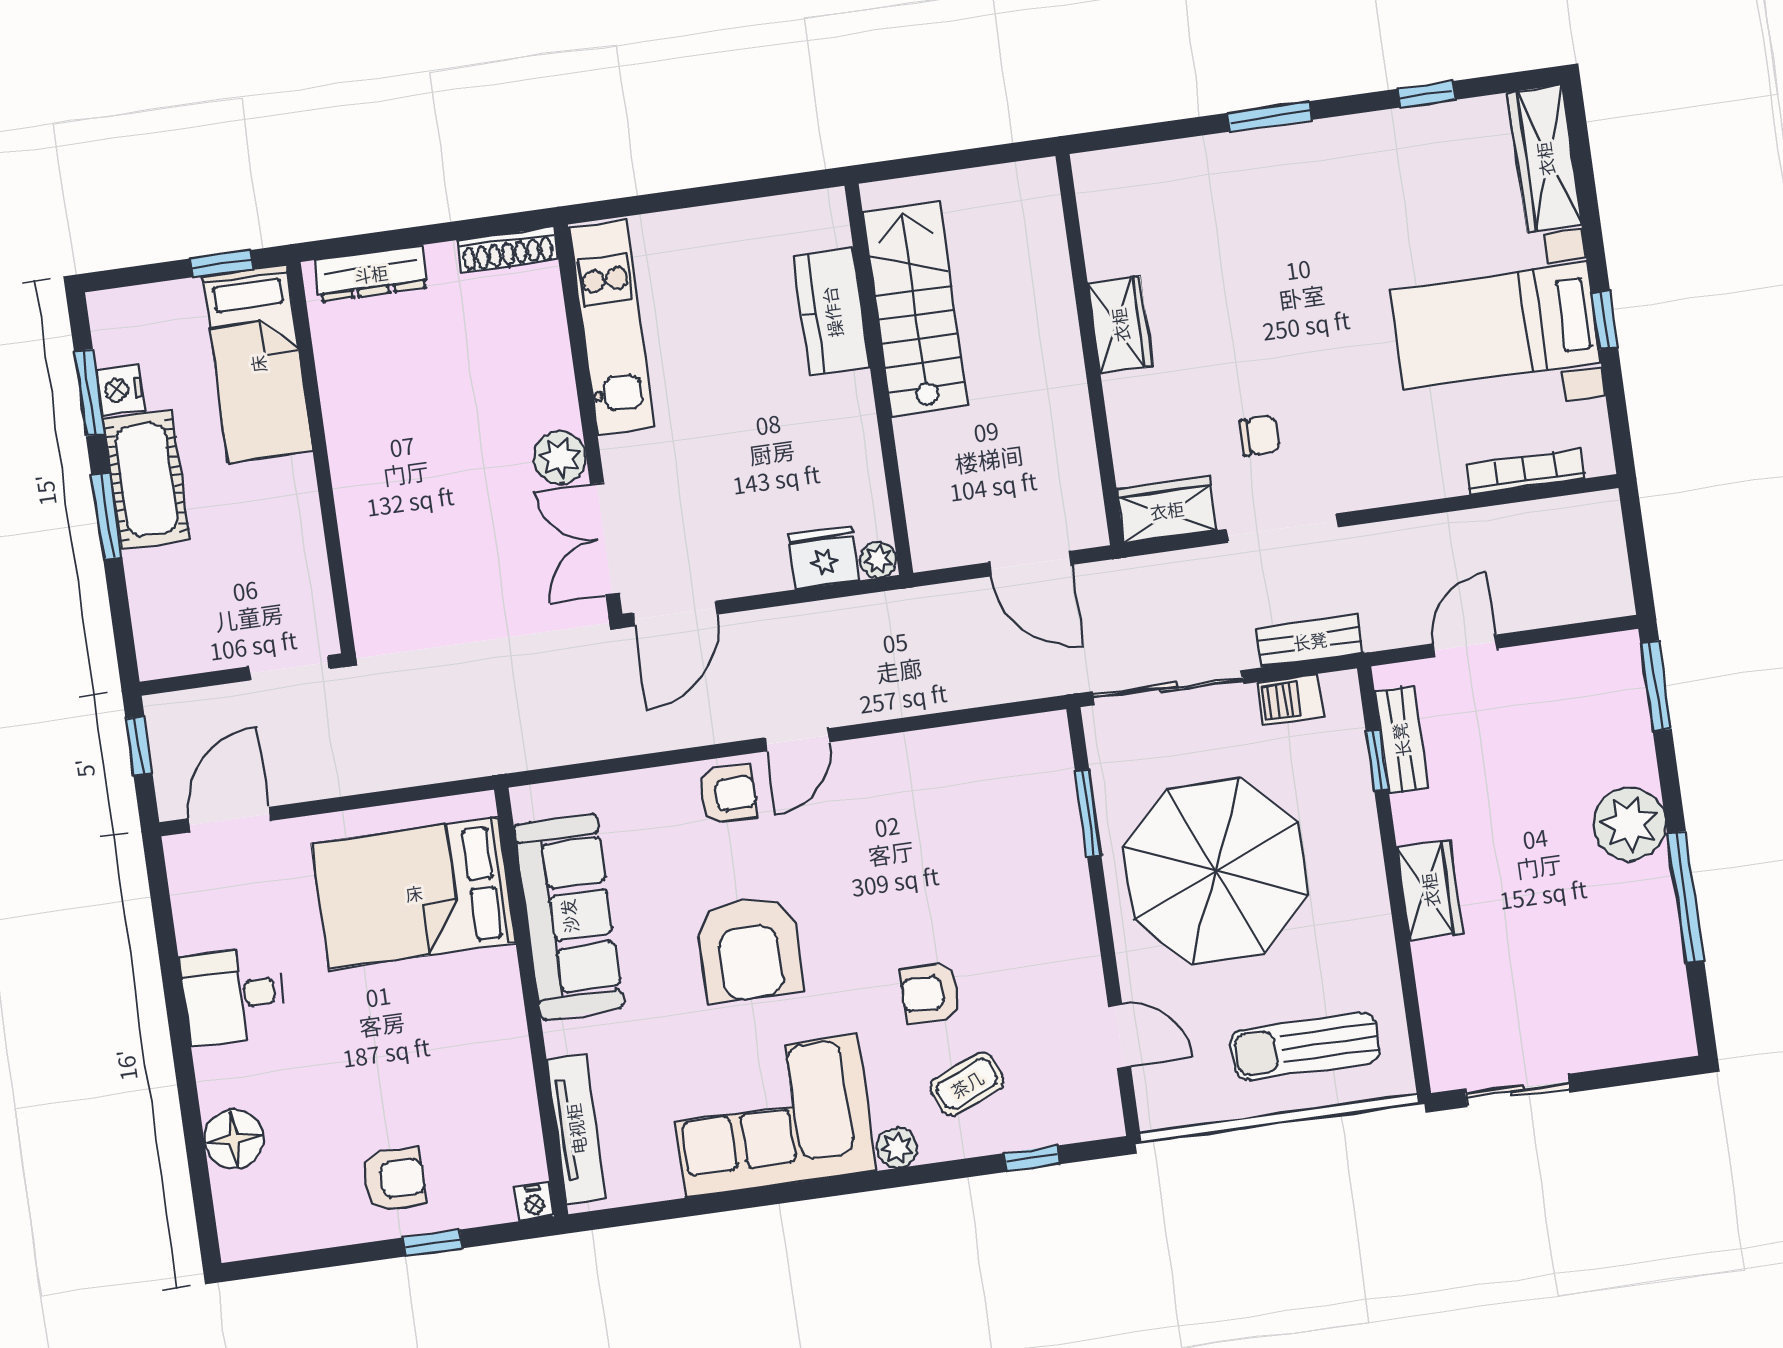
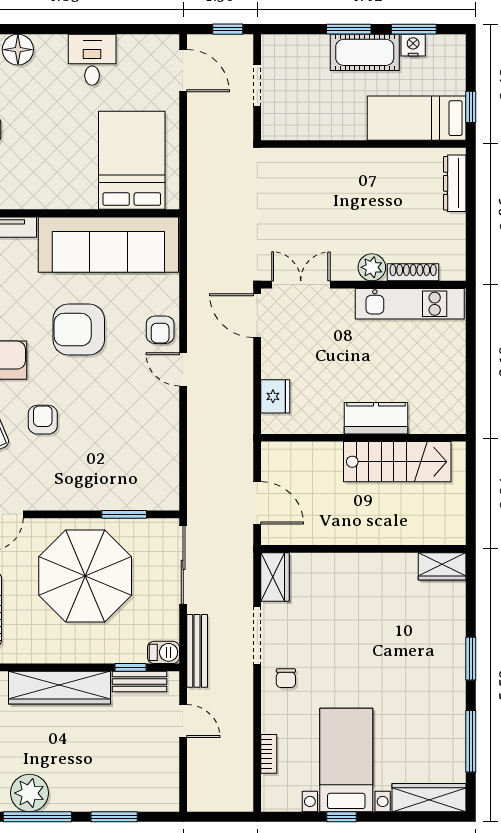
window: (1427, 94) -> (471, 741), width x2.17
shoe rack: (507, 250) -> (413, 272), moved, turned 90
kitchen counter: (832, 312) -> (376, 418), moved
wardrobe: (1120, 325) -> (442, 566), moved
chair: (1260, 436) -> (286, 678), moved
plant: (560, 458) -> (372, 267), moved
bookcase: (1525, 472) -> (269, 754), width x0.64
plant: (878, 560) -> (270, 424), removed
door: (1031, 564) -> (257, 503), swing flipped
bench: (1310, 641) -> (197, 651), width x1.36
doorway: (289, 668) -> (257, 86), moved
window: (1656, 686) -> (114, 817), moved
barbecue: (1290, 700) -> (163, 652), moved, turned 90
plant: (1629, 824) -> (30, 793), moved
wardrobe: (1430, 890) -> (60, 688), width x2.10, depth x1.17
sofa: (569, 916) -> (108, 245), width x1.36, depth x1.27

